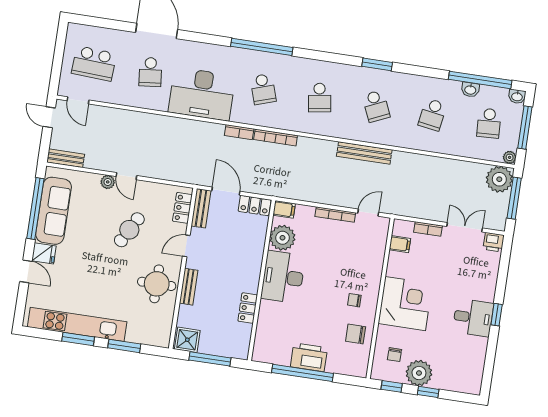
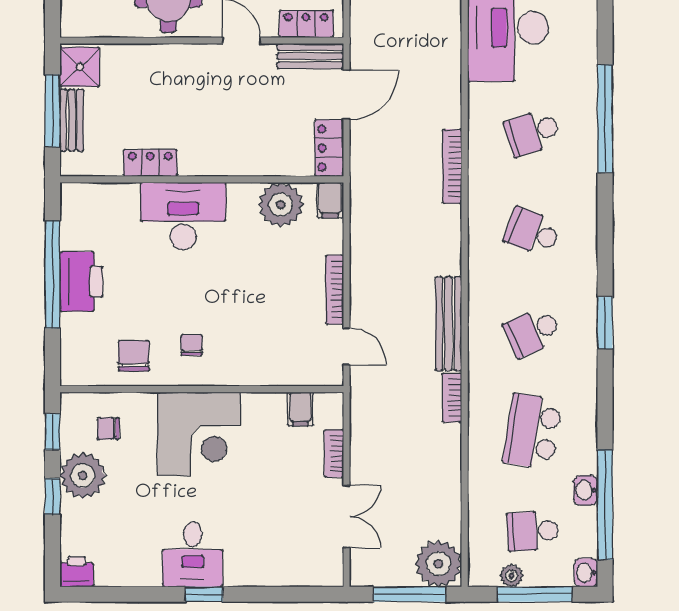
school desk: (320, 98) -> (533, 232), turned 30
school desk: (432, 115) -> (533, 431), width x1.85
bookcase: (239, 132) -> (452, 398), moved
plant: (510, 157) -> (511, 576), moved
printer: (494, 242) -> (77, 572), moved, turned 90
desk: (283, 277) -> (183, 216), moved
bench: (189, 287) -> (72, 120), moved, turned 90

